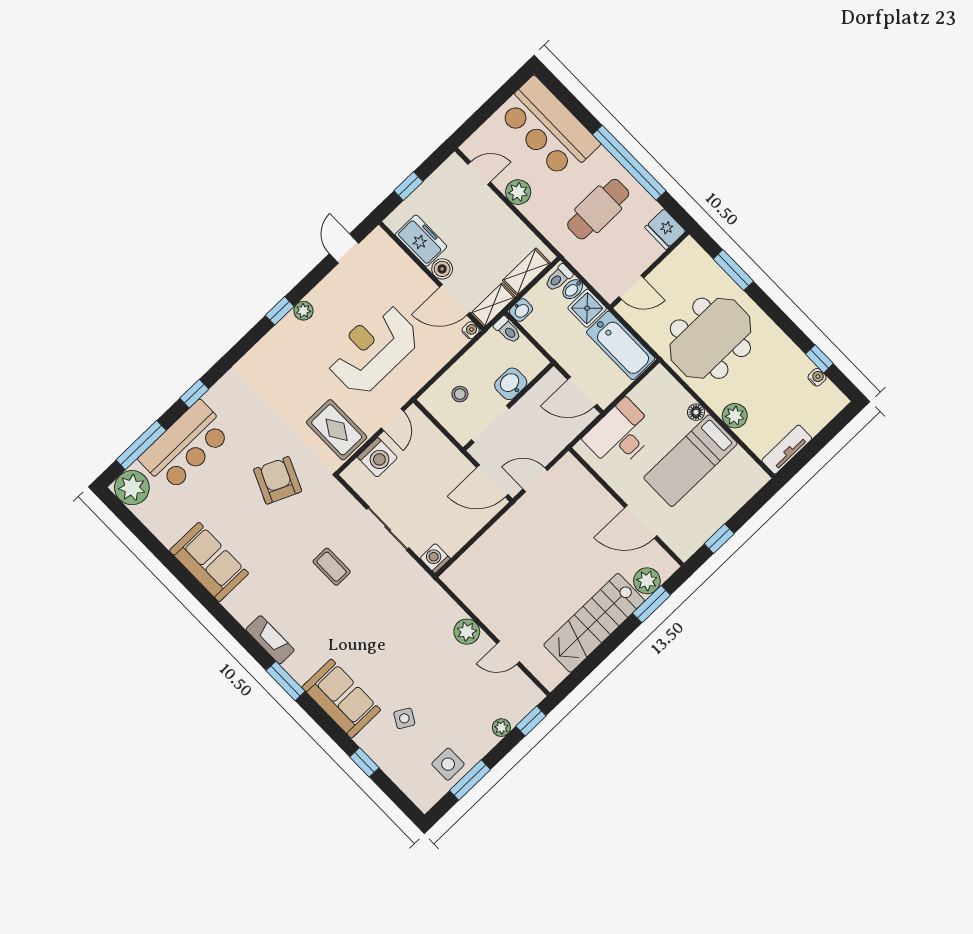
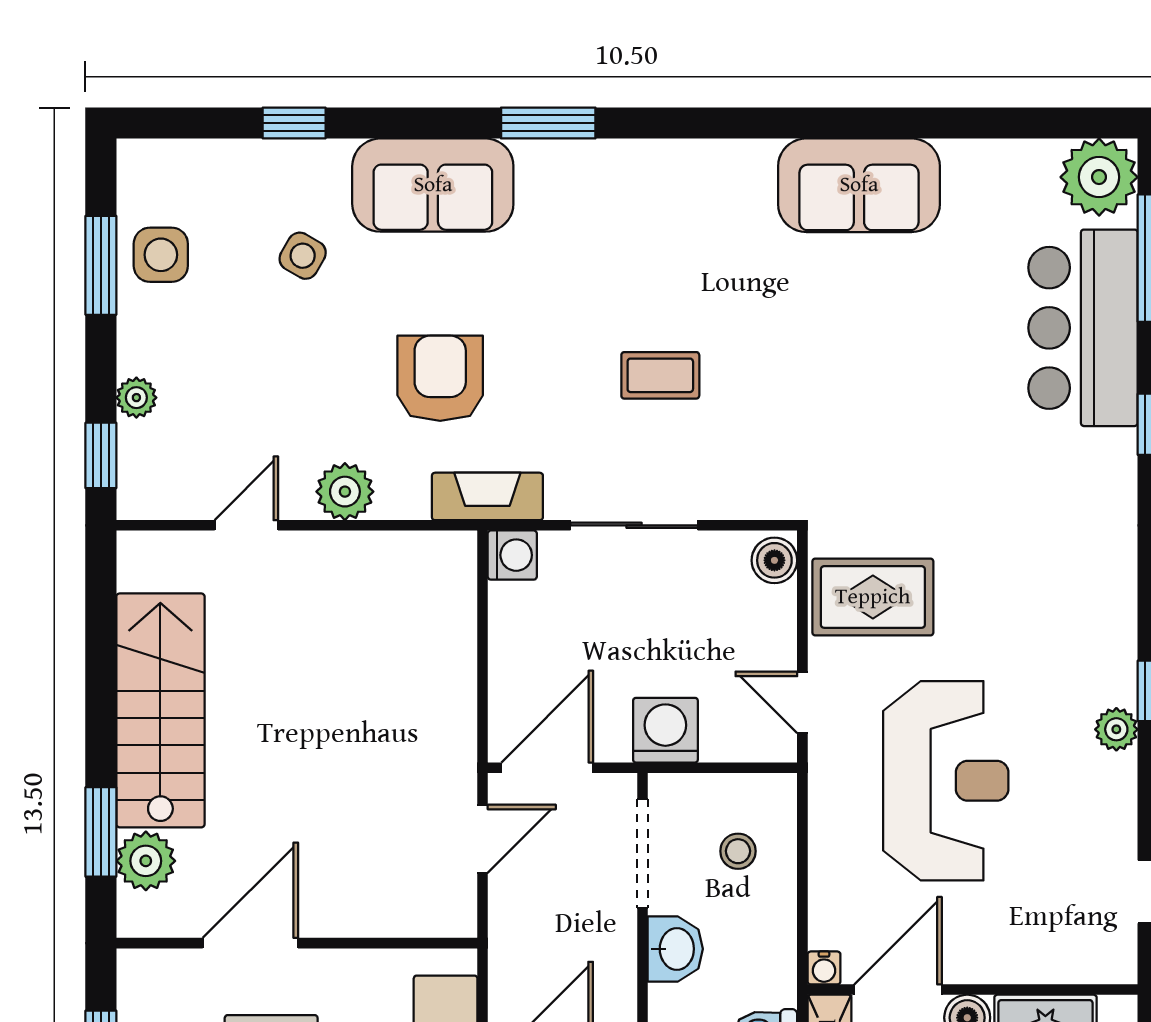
washing machine: (377, 457) -> (665, 730), moved, turned 90
boiler: (355, 473) -> (774, 560), added
armchair: (278, 480) -> (440, 378), moved, turned -114
fireplace: (270, 640) -> (487, 496), moved, turned 180

